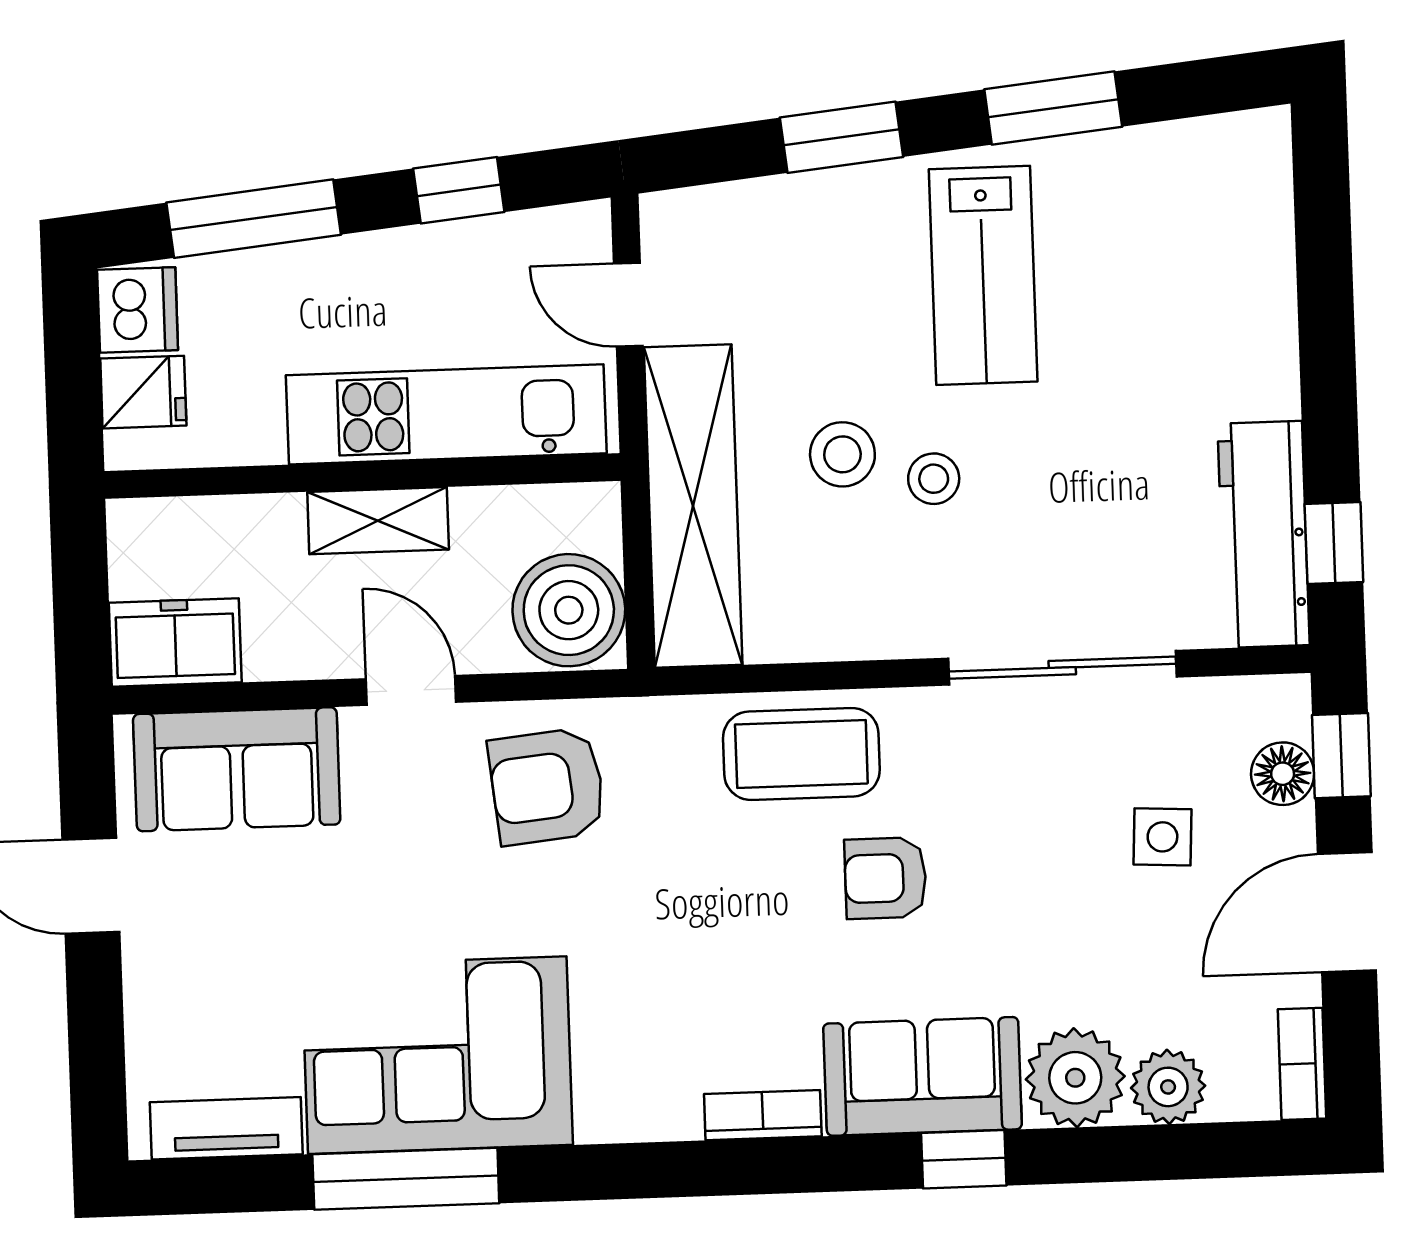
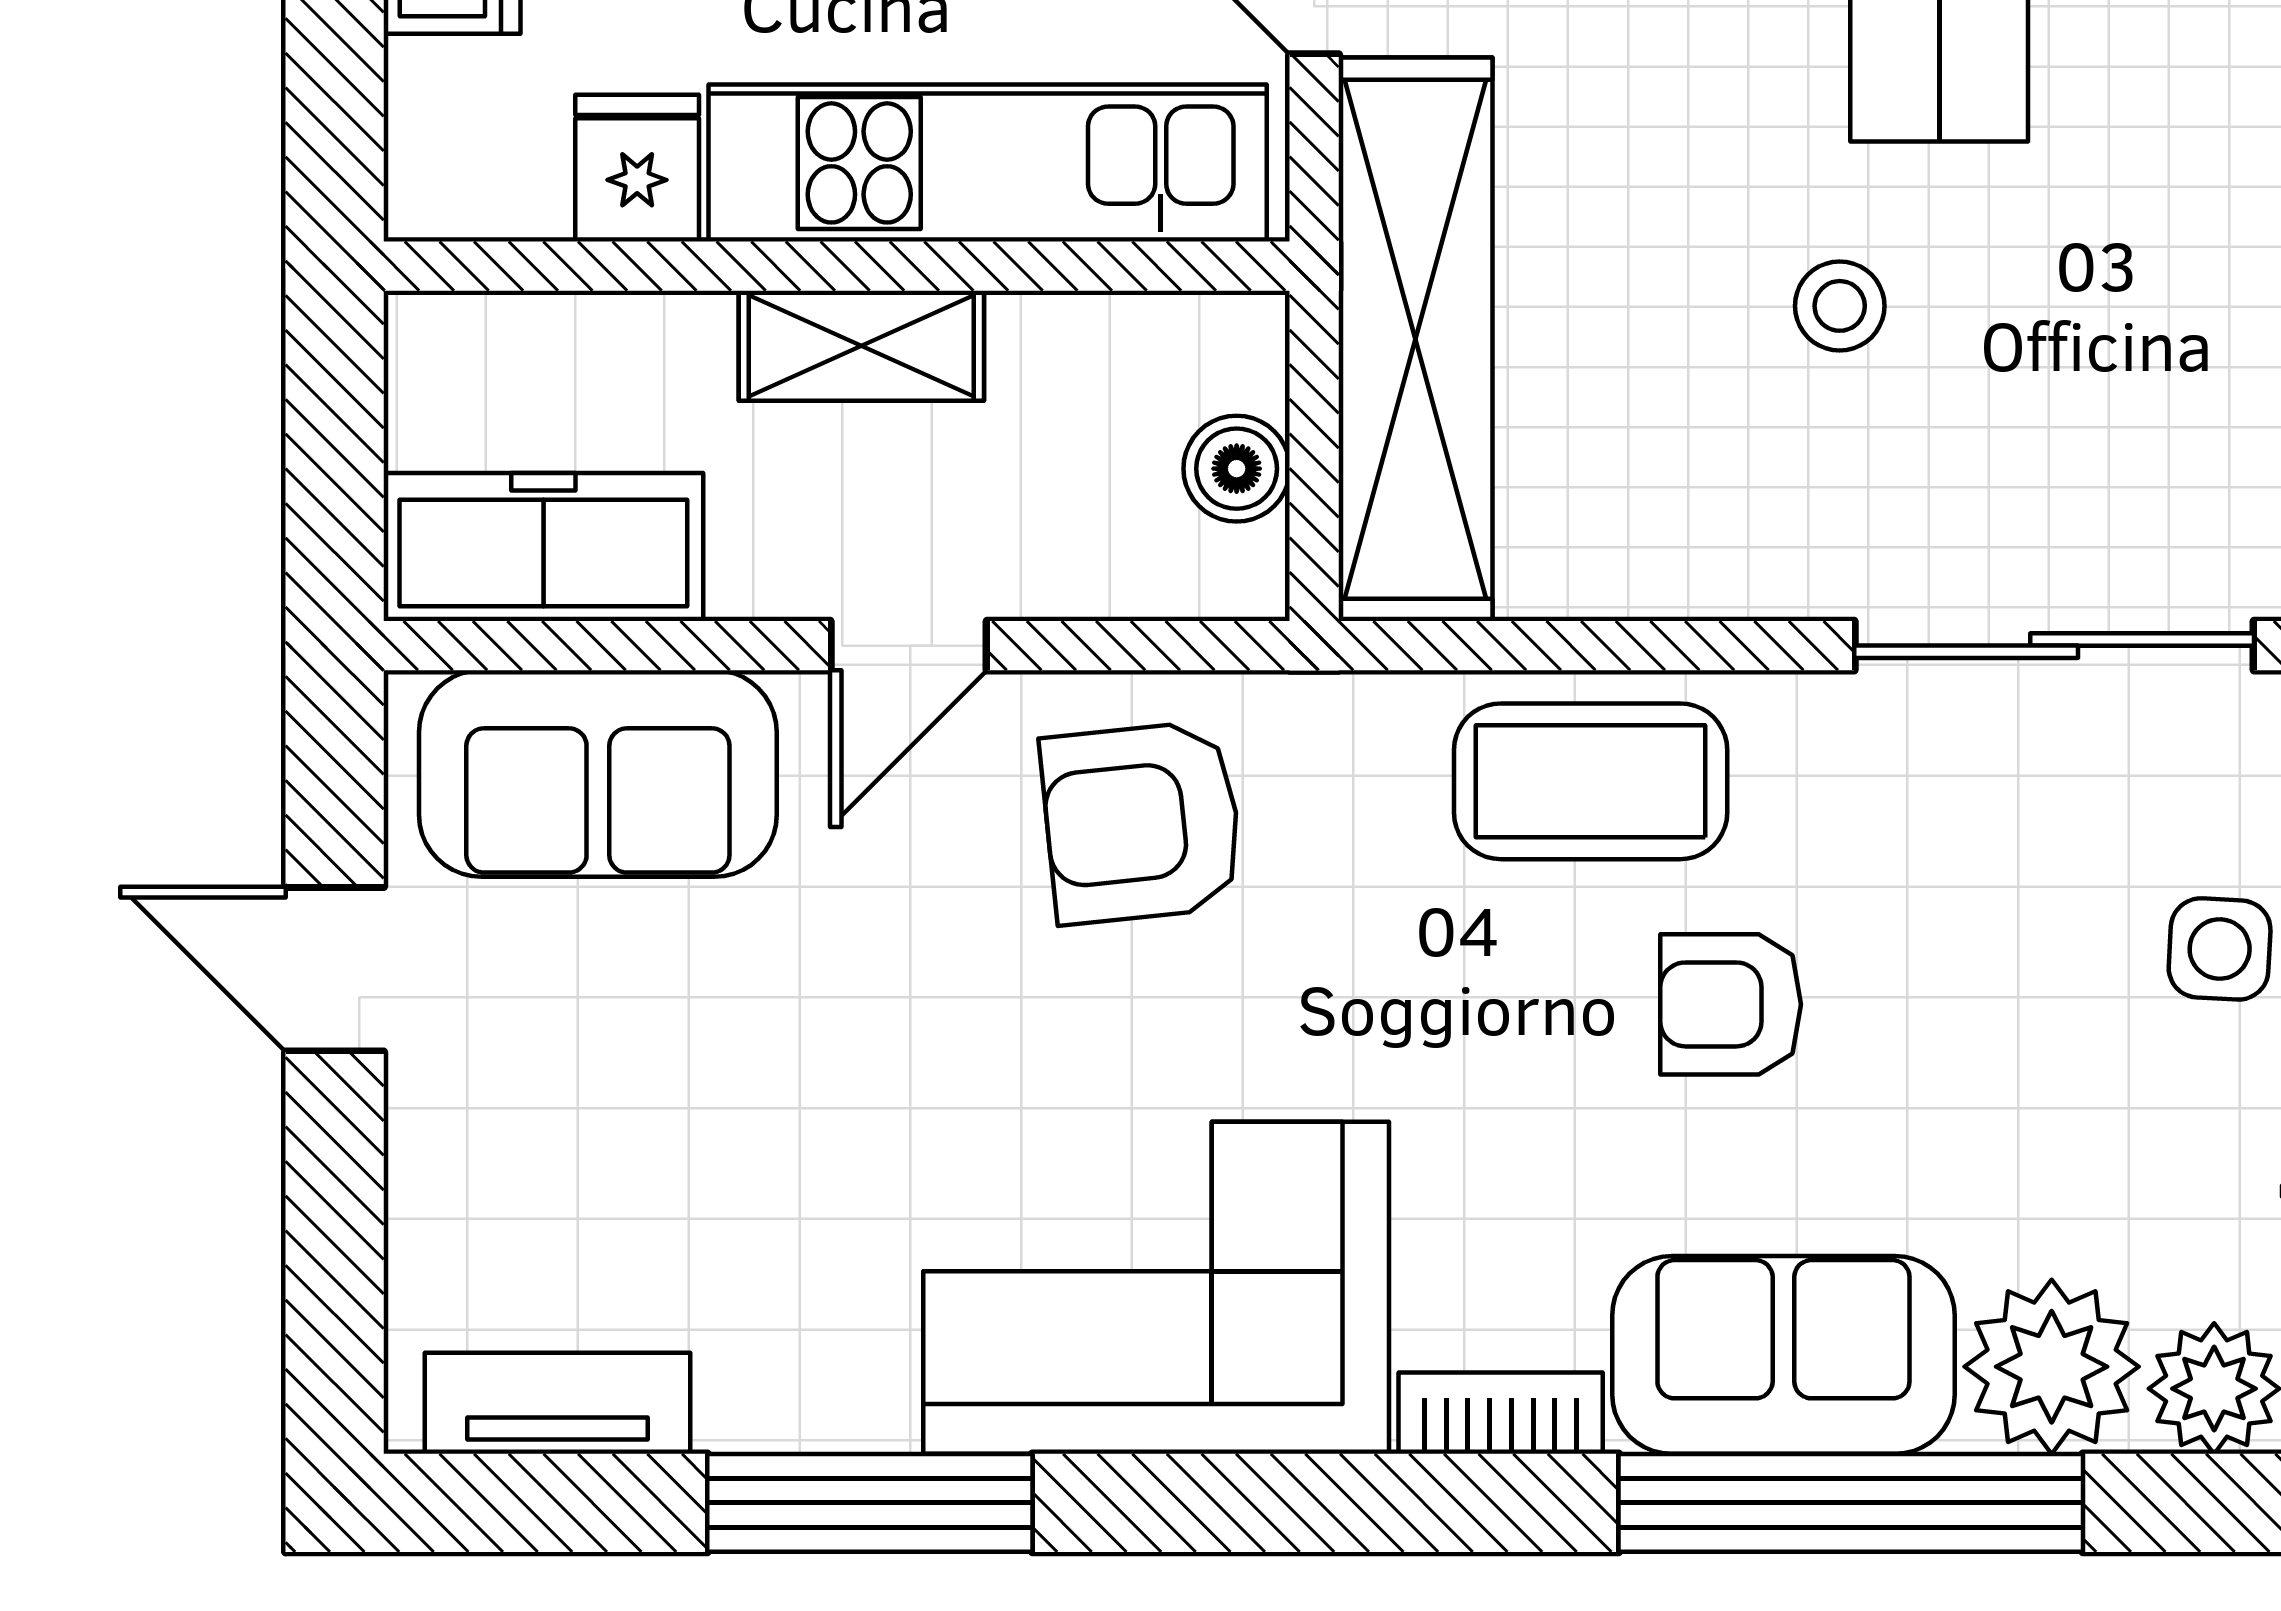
fridge: (143, 392) -> (637, 168), moved, turned -90
stool: (842, 454) -> (1681, 258), removed
boiler: (569, 610) -> (1237, 469), width x0.54, depth x0.54
freezer: (175, 642) -> (543, 547), width x1.40
door: (411, 690) -> (909, 646), swing flipped
corner sofa: (437, 1055) -> (1156, 1288), moved
window: (964, 1159) -> (1851, 1503), width x3.17

